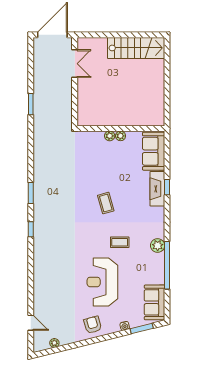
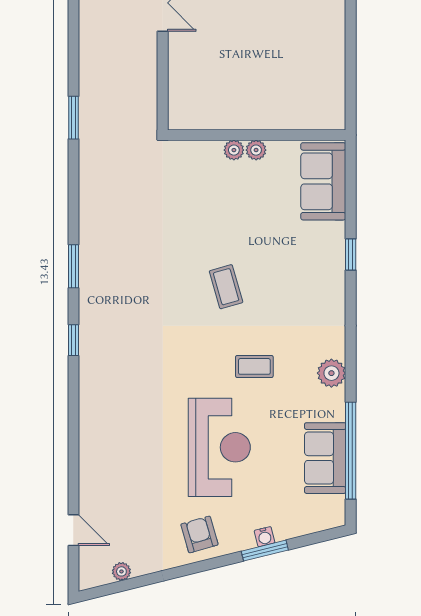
window: (31, 104) -> (73, 118), moved
fireplace: (157, 189) -> (331, 258), removed
window: (167, 265) -> (351, 451), moved
reception desk: (102, 282) -> (219, 447), turned 180
sofa: (154, 302) -> (325, 458), moved
window: (142, 329) -> (265, 551), moved

